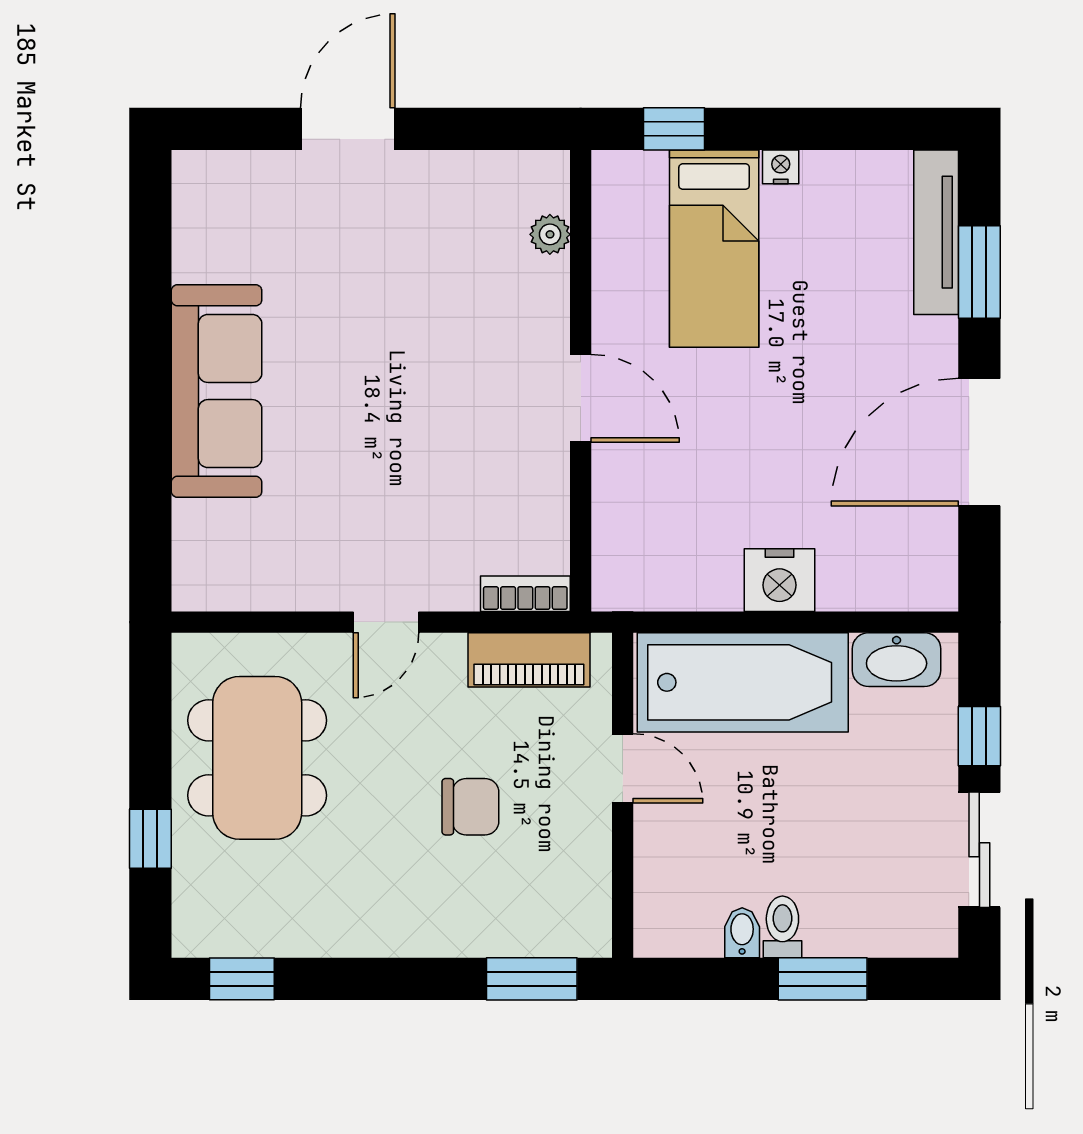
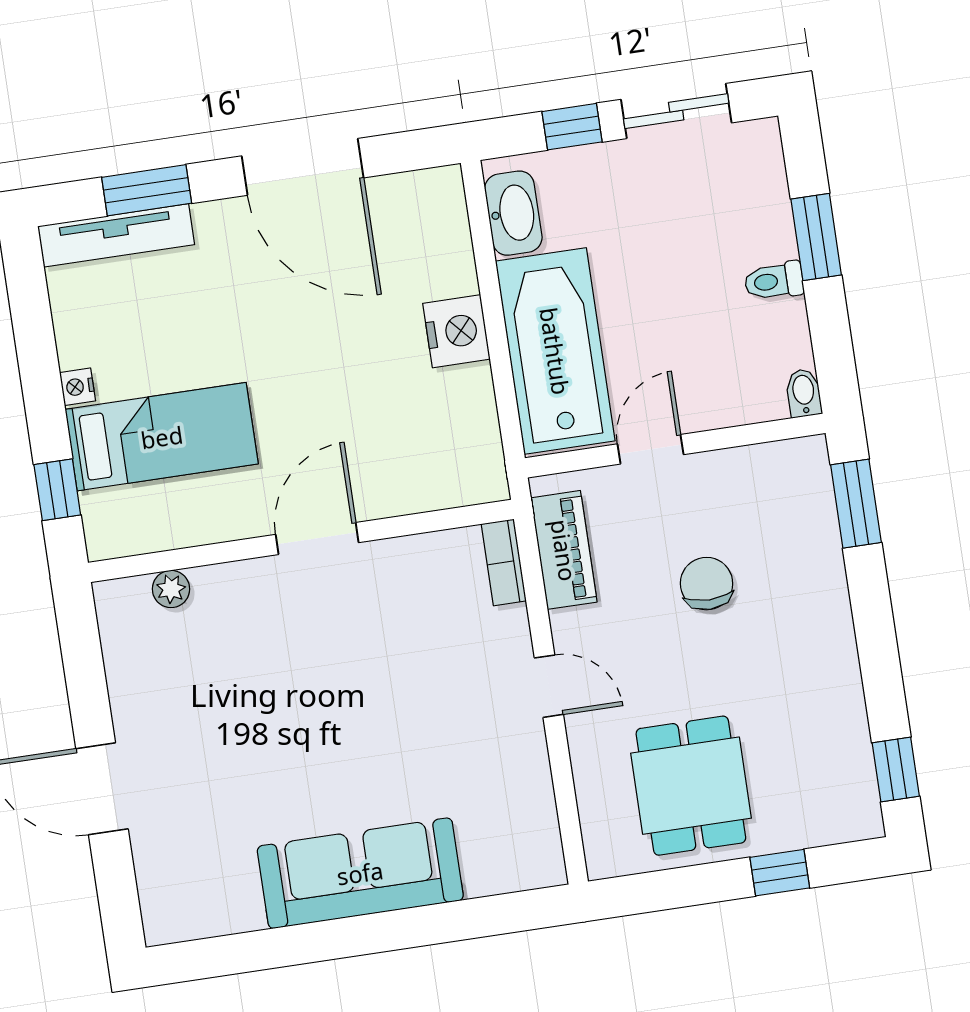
dining table: (257, 758) -> (691, 786), width x0.73
bidet: (742, 933) -> (804, 393), moved, turned 90

